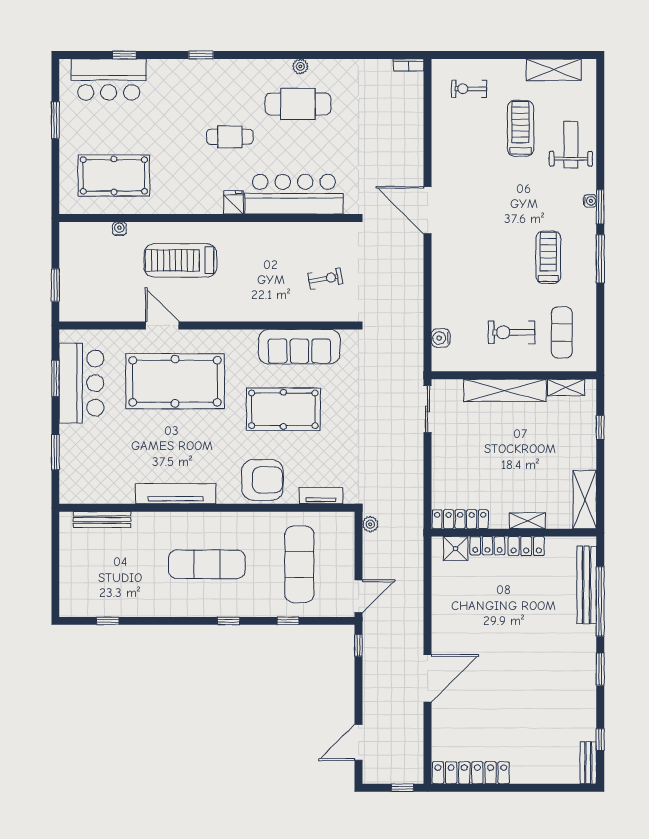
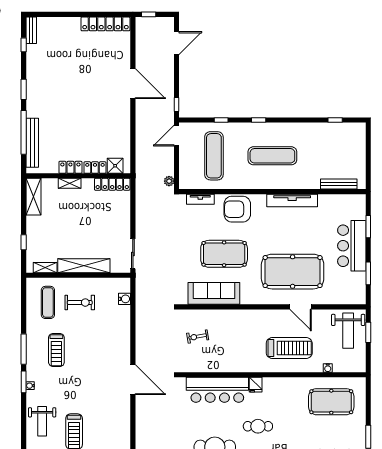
weight bench: (87, 288) -> (348, 331), added
bar counter: (81, 383) -> (352, 246), moved
door: (428, 678) -> (133, 84), swing flipped

